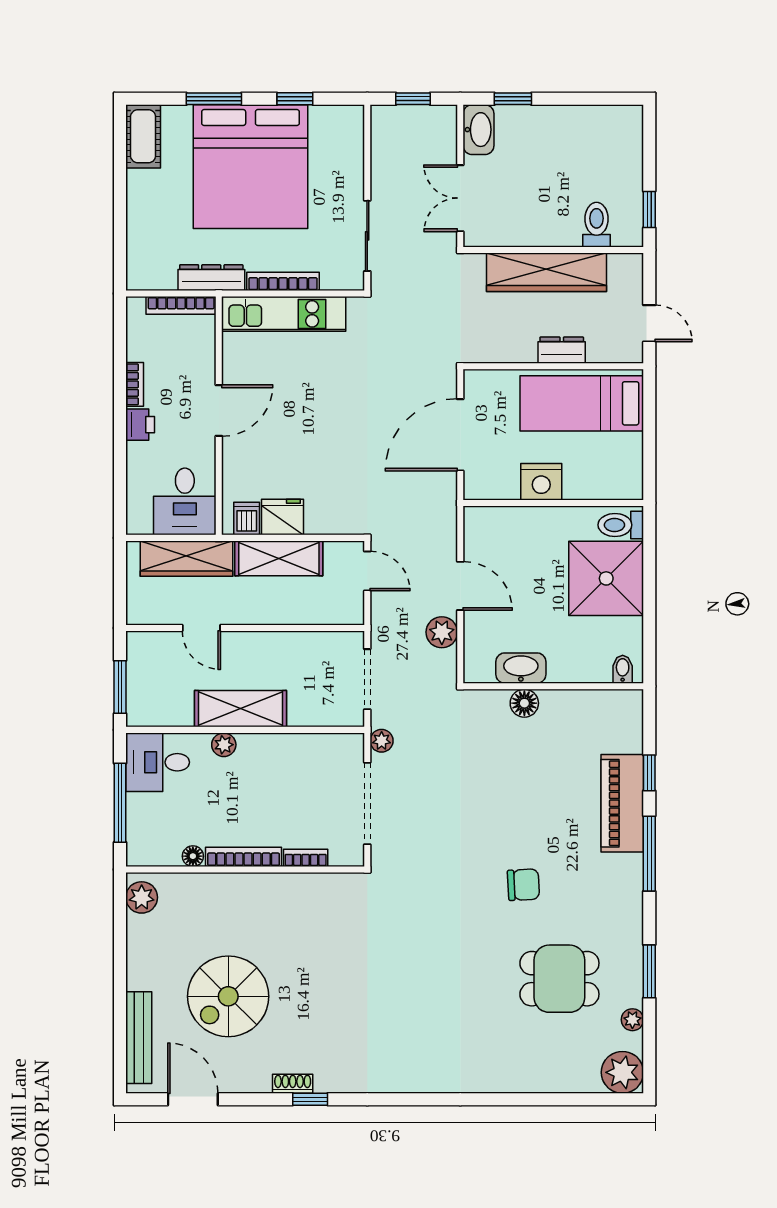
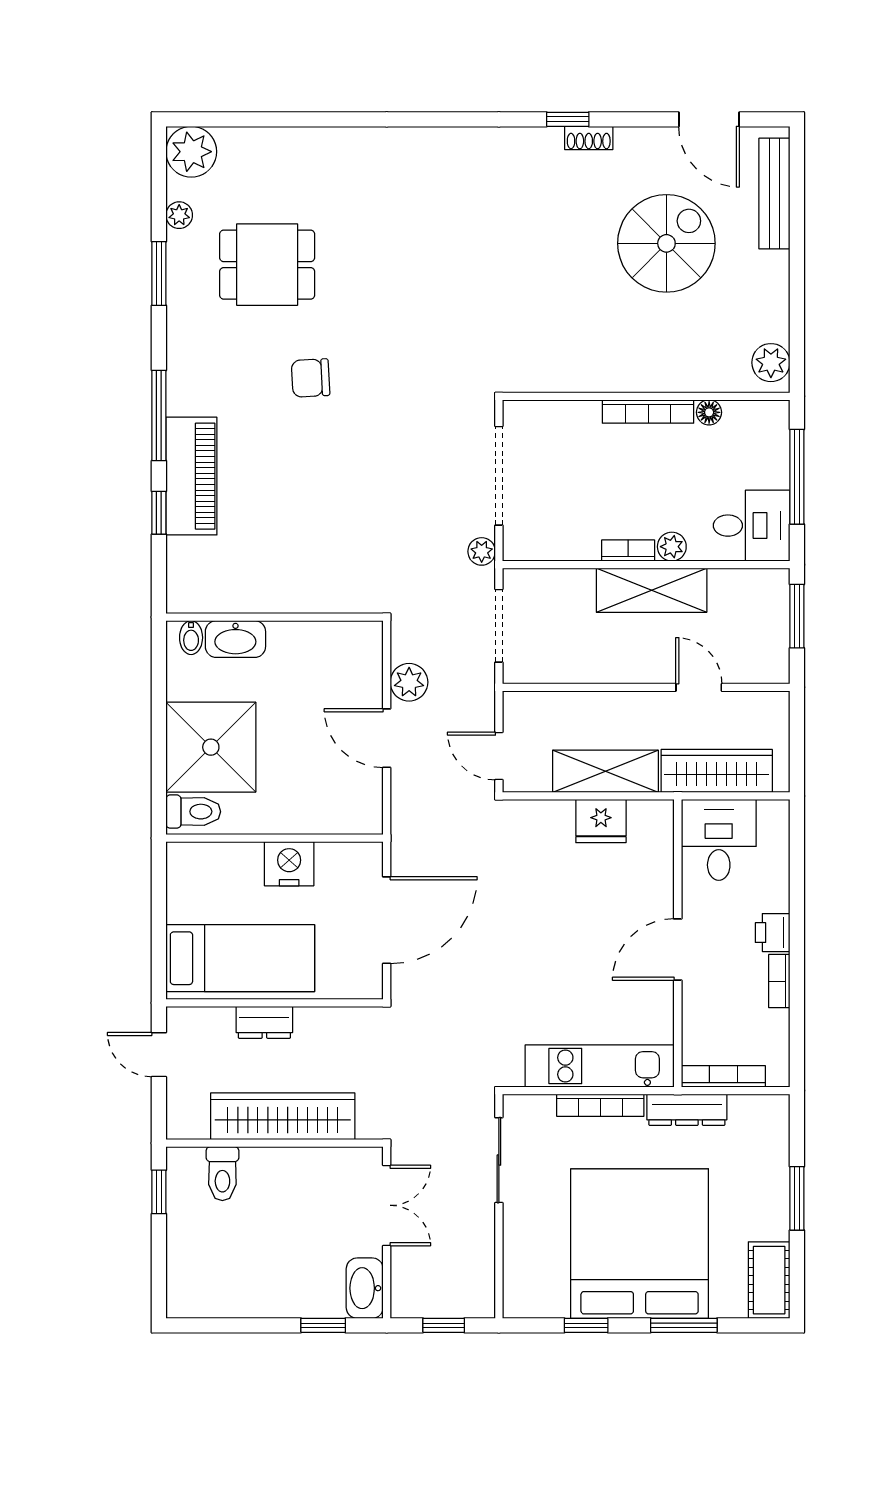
window: (120, 204) -> (797, 1198), added
dishwasher: (247, 519) -> (644, 819), removed
washbasin: (521, 668) -> (235, 639), moved
floor lamp: (524, 703) -> (309, 597), removed
bookcase: (306, 858) -> (628, 551), moved, turned 180

